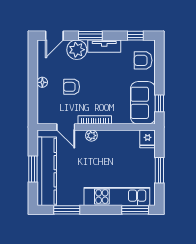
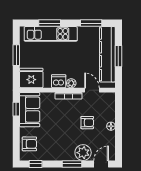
tv unit: (104, 46) -> (61, 155), removed
dishwasher: (107, 138) -> (59, 81), added
fridge: (148, 139) -> (31, 78), width x1.88, depth x1.34
window: (135, 210) -> (50, 23), moved

